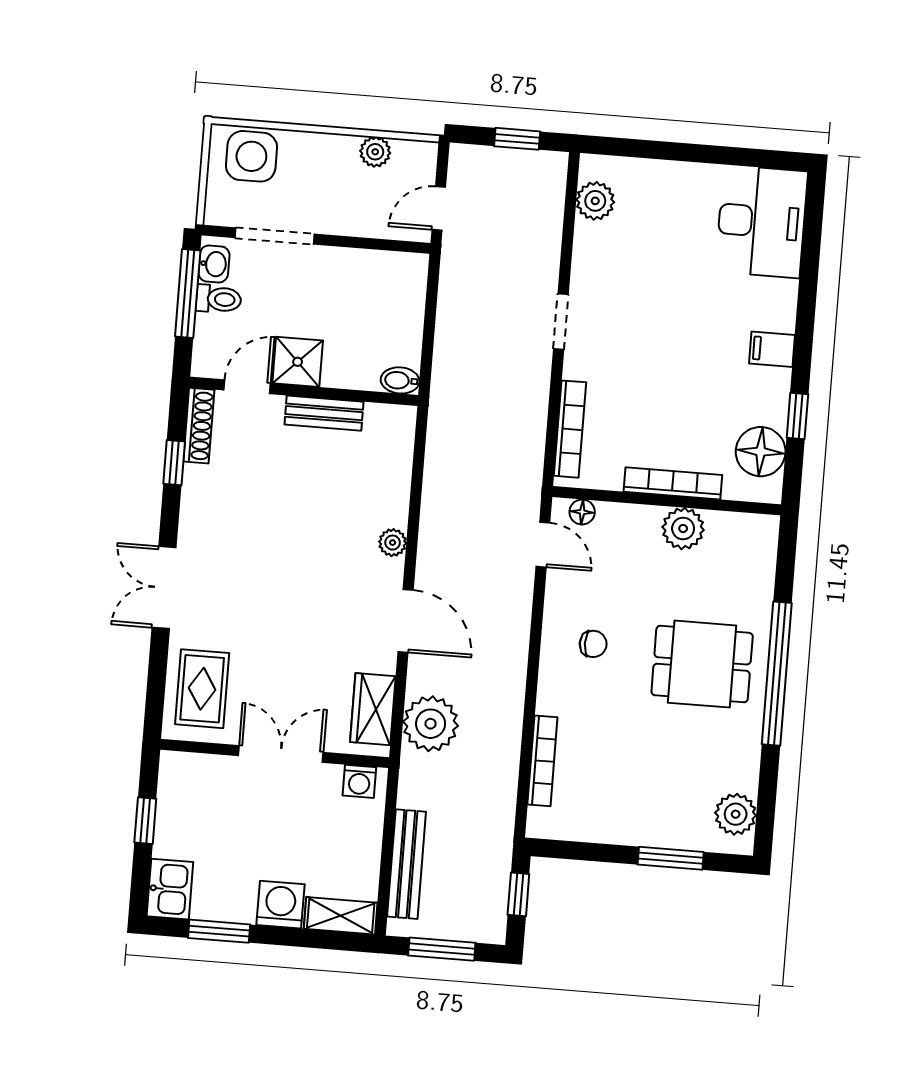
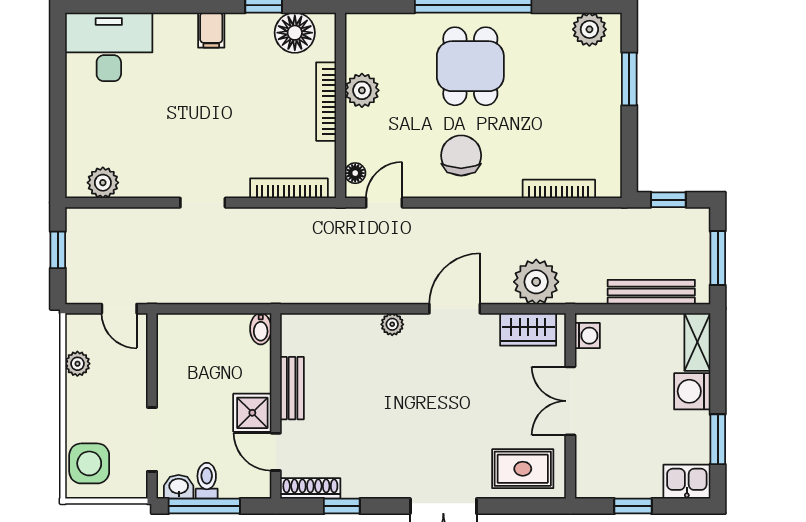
chair: (593, 644) -> (461, 156), width x1.87, depth x1.87

